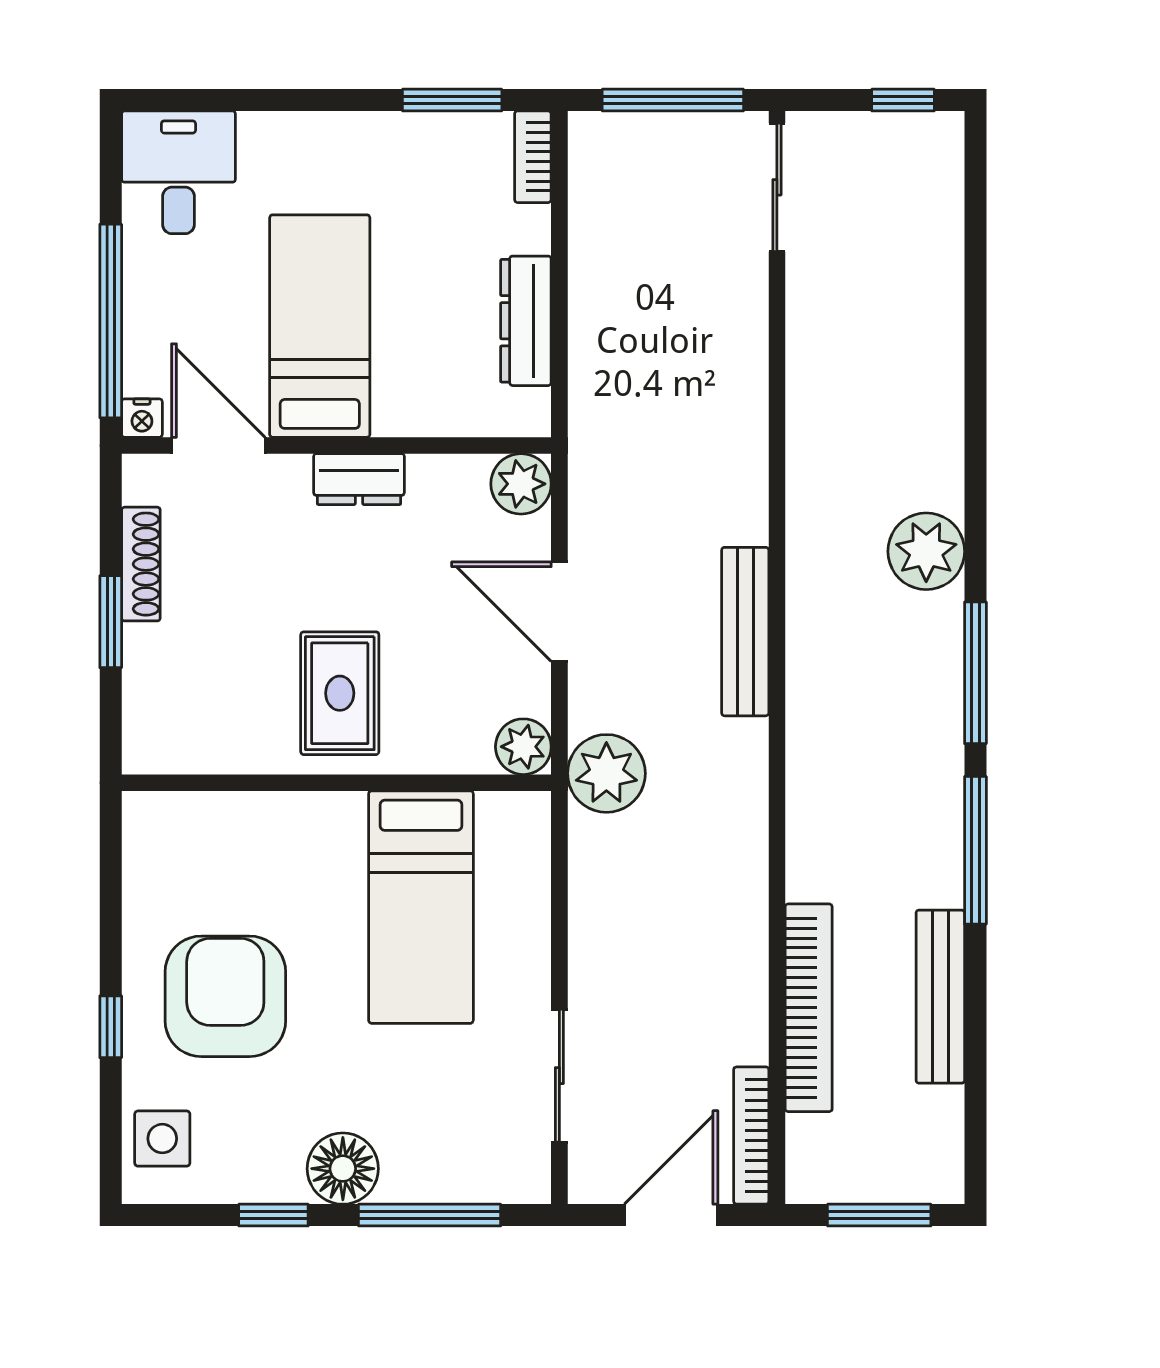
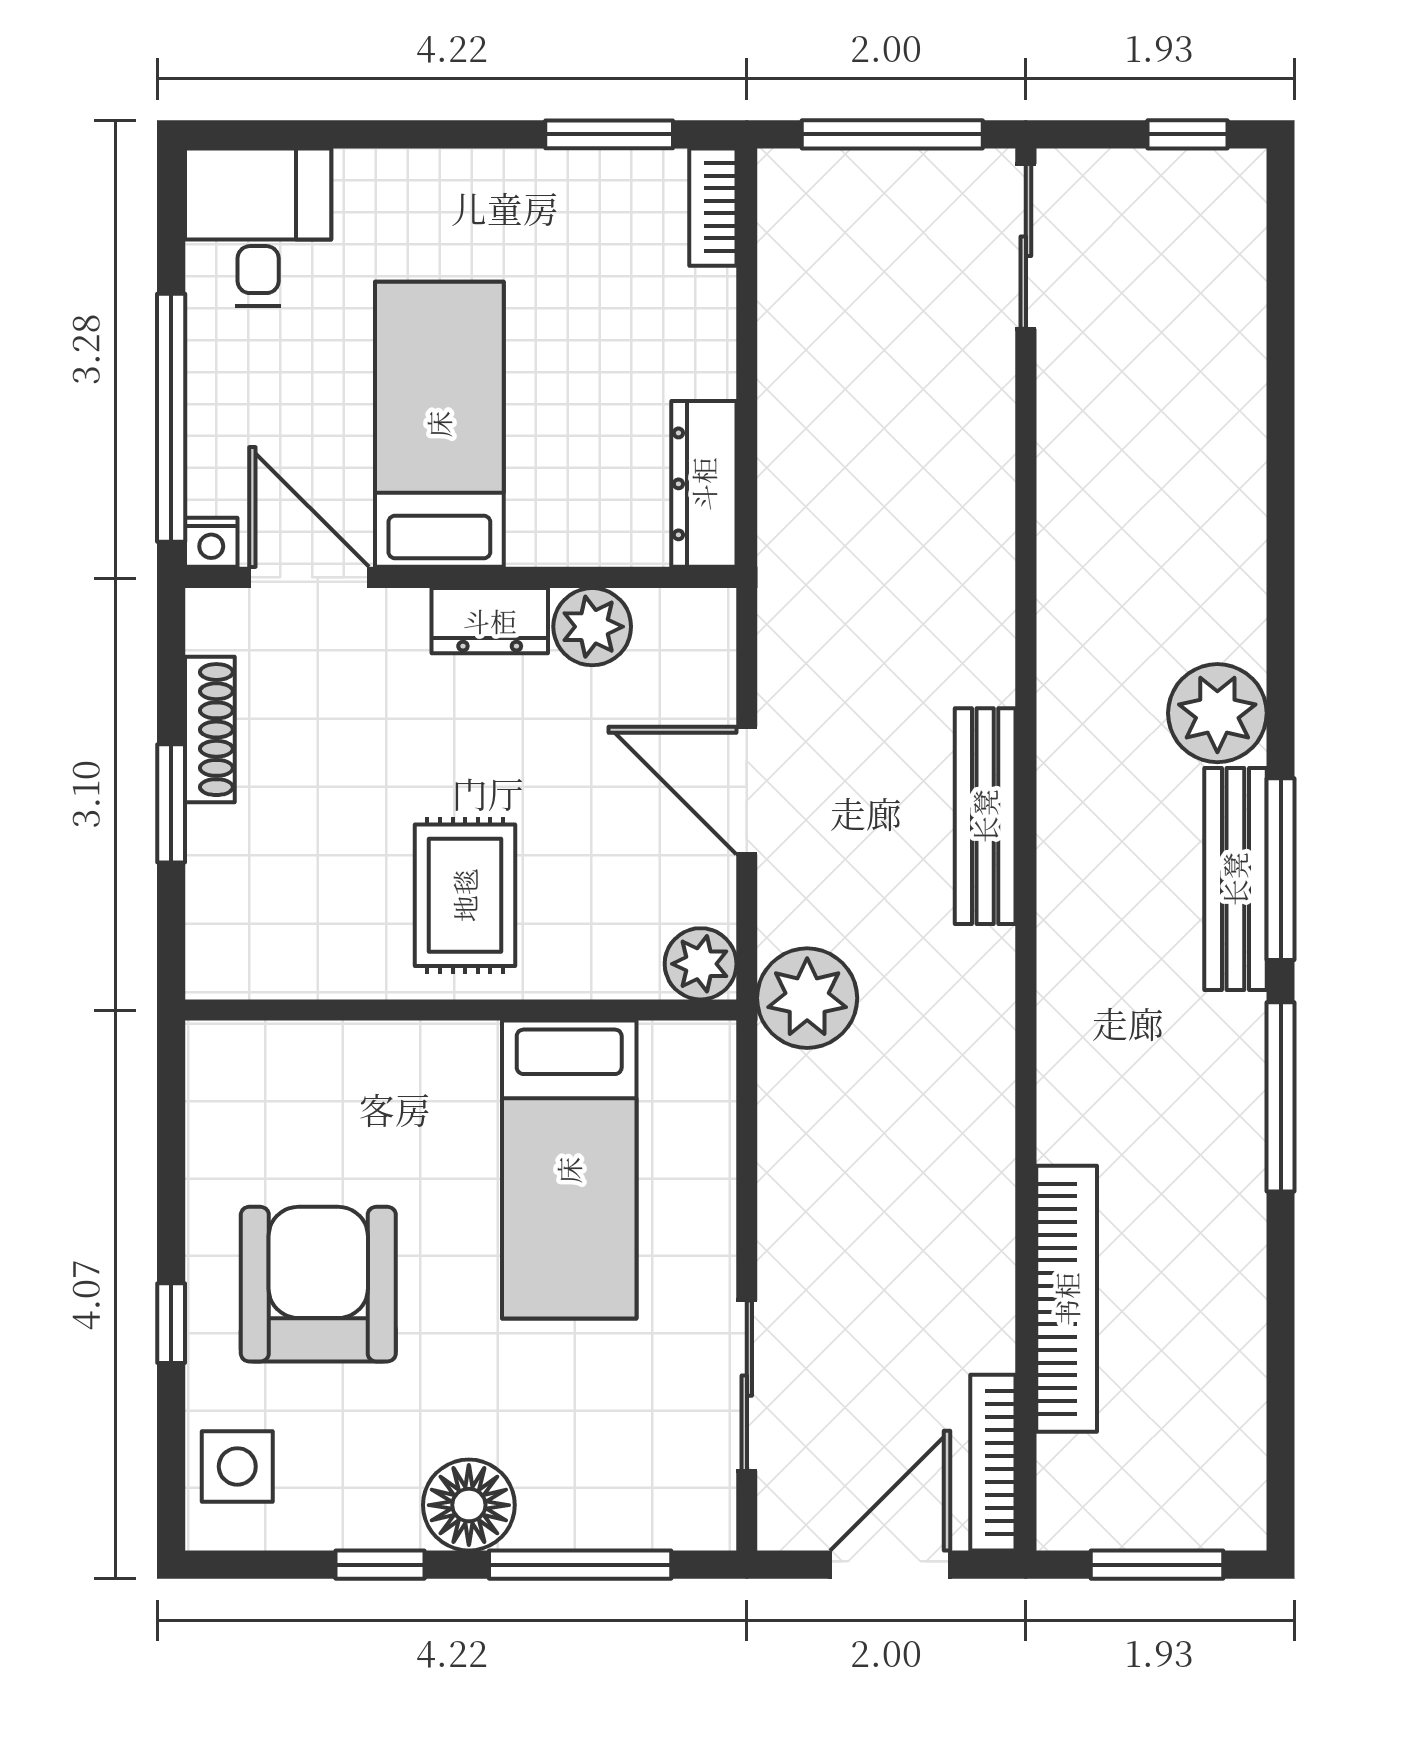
dresser: (526, 321) -> (704, 484), moved
plant: (521, 484) -> (592, 627), moved
bench: (940, 997) -> (1235, 879), moved

